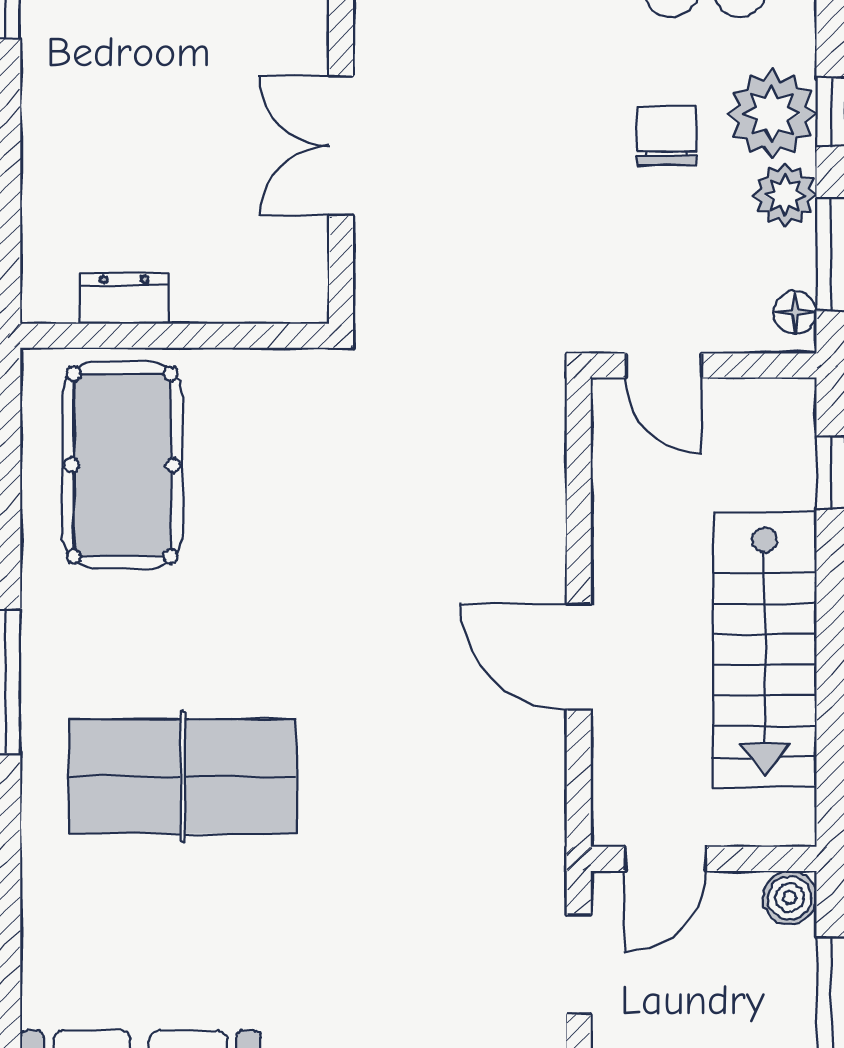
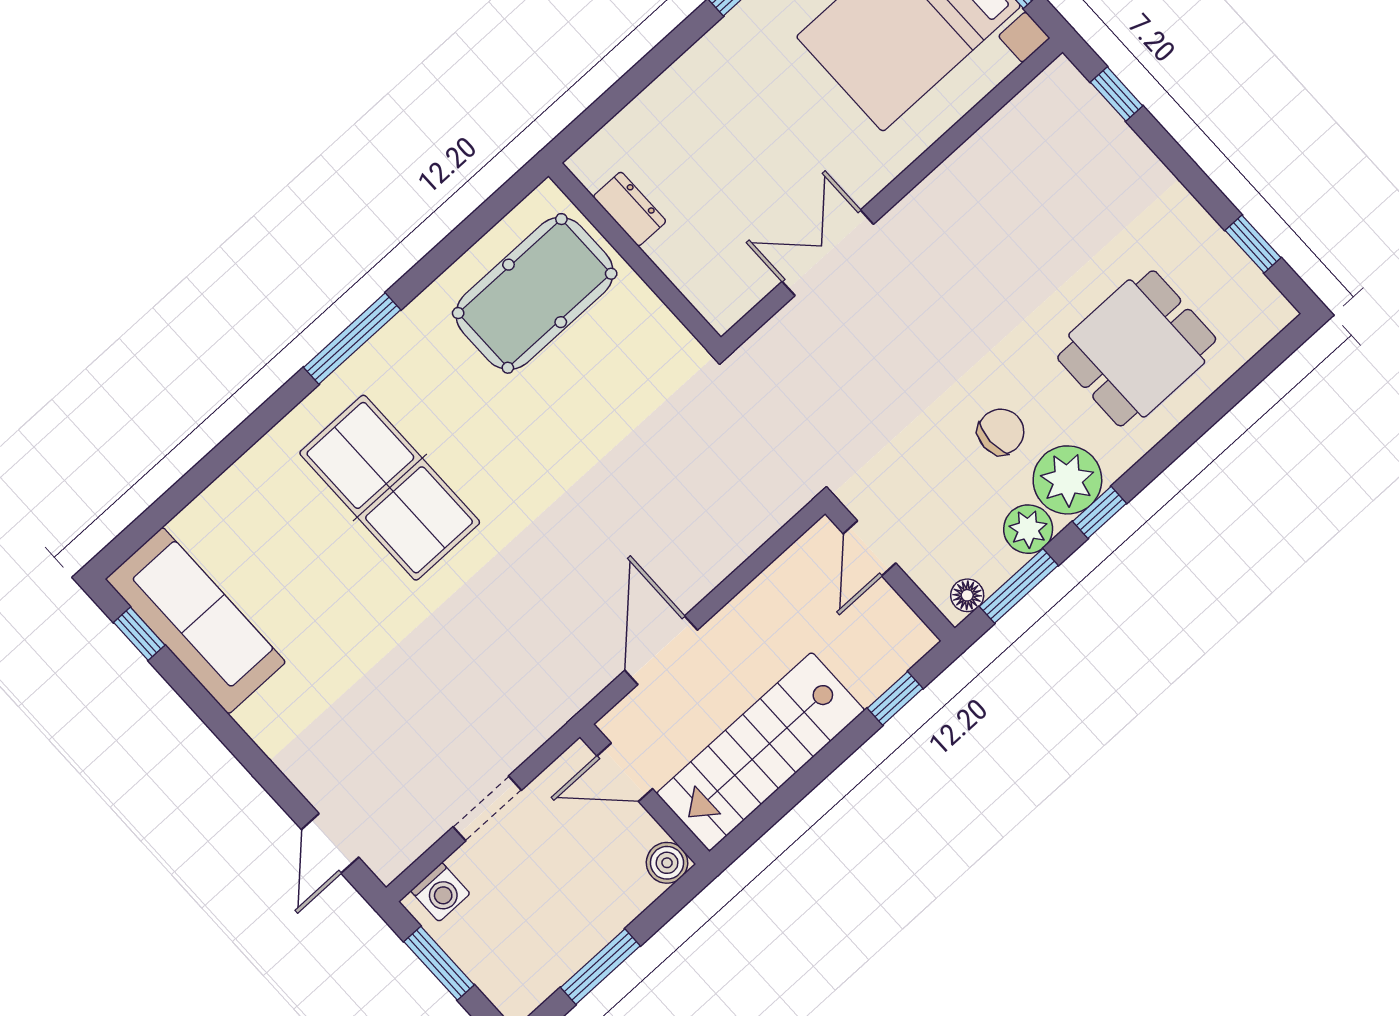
door: (665, 859) -> (625, 772), moved
wall: (704, 859) -> (645, 794), moved
boiler: (790, 898) -> (667, 863), moved

